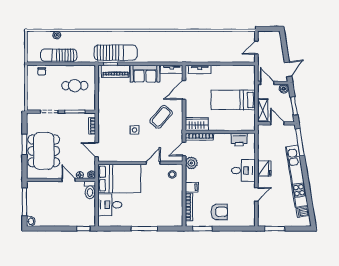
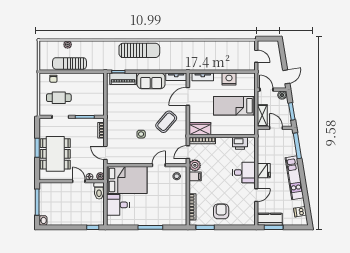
door: (256, 48) -> (256, 56), swing flipped
sun lounger: (116, 53) -> (139, 50), moved
nightstand: (228, 72) -> (229, 79), added
cafe table: (75, 86) -> (59, 98), moved
kitchen unit: (297, 176) -> (294, 178), width x0.73
filing cabinet: (192, 187) -> (195, 176), moved
armchair: (219, 212) -> (221, 211), turned -90
kitchen counter: (271, 220) -> (270, 219), added

